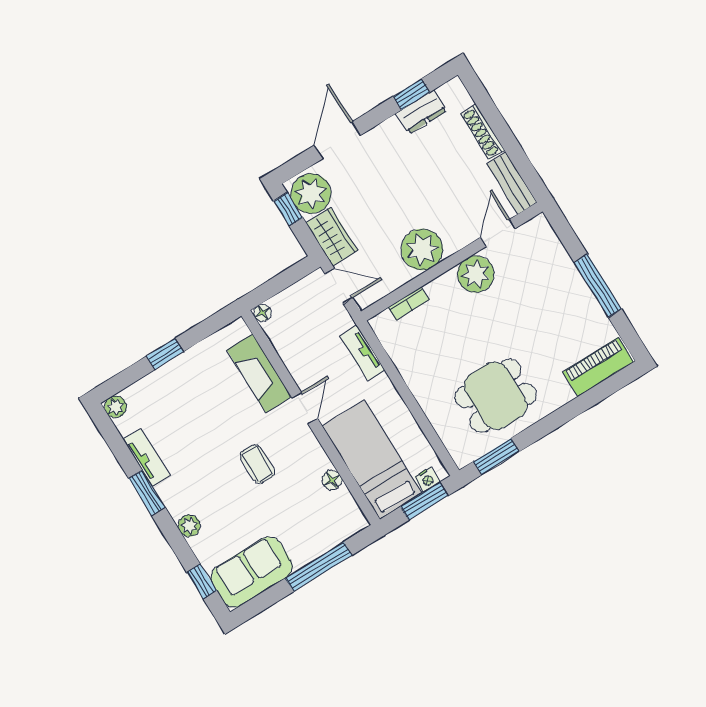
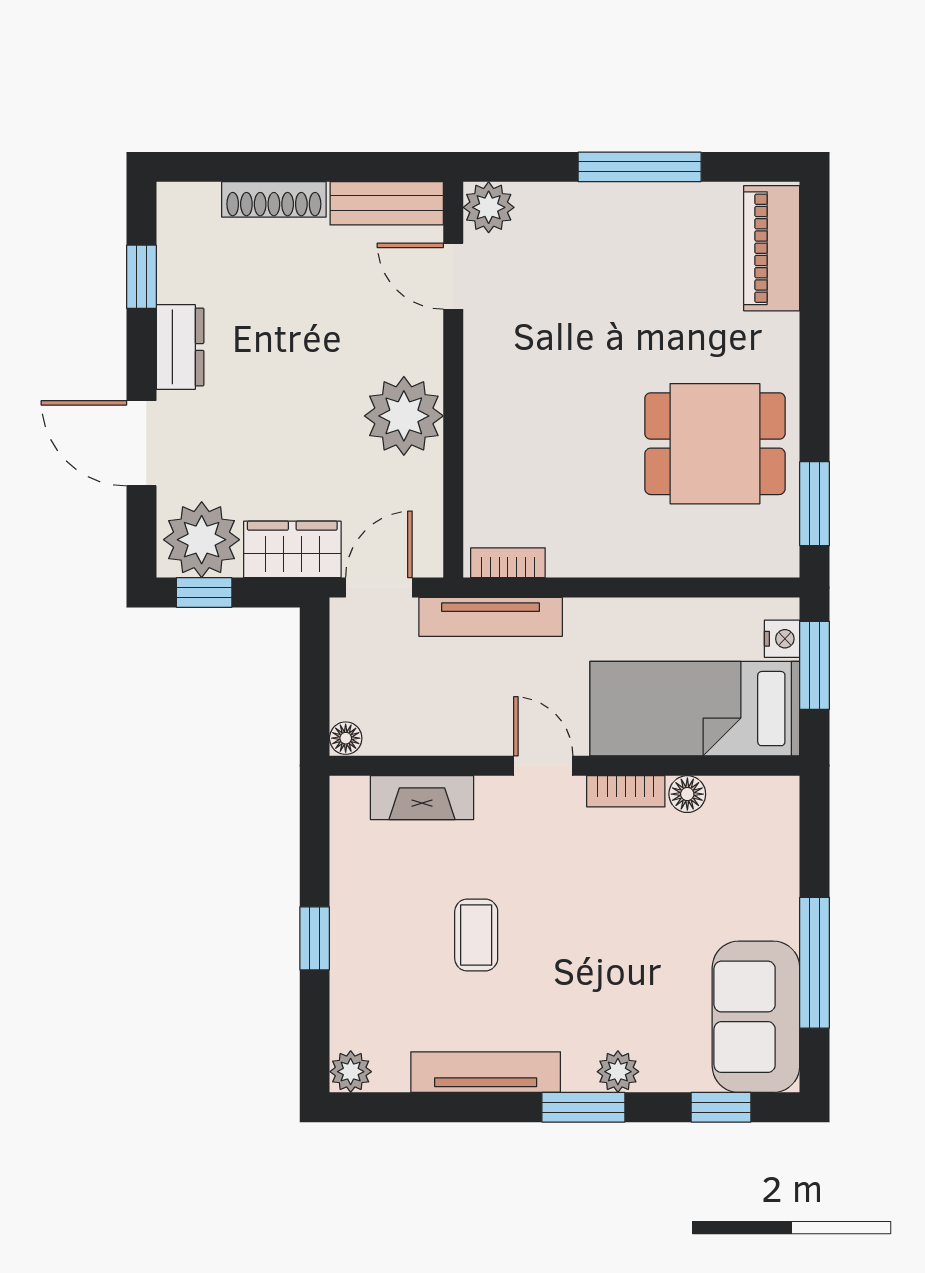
dresser: (422, 112) -> (180, 347), moved
plant: (476, 274) -> (489, 207), moved, width x0.73, depth x0.73
bookcase: (409, 304) -> (508, 563), moved, turned -90
tv unit: (362, 353) -> (491, 617), width x1.41
fireplace: (259, 373) -> (422, 798), width x0.73, depth x0.76
dining table: (495, 396) -> (715, 444), turned 90
bookcase: (316, 452) -> (626, 791), added
tv unit: (146, 457) -> (486, 1072), width x1.41
coffee table: (257, 464) -> (476, 935), moved, turned 90
window: (147, 493) -> (583, 1107), moved
window: (319, 567) -> (815, 963), moved

